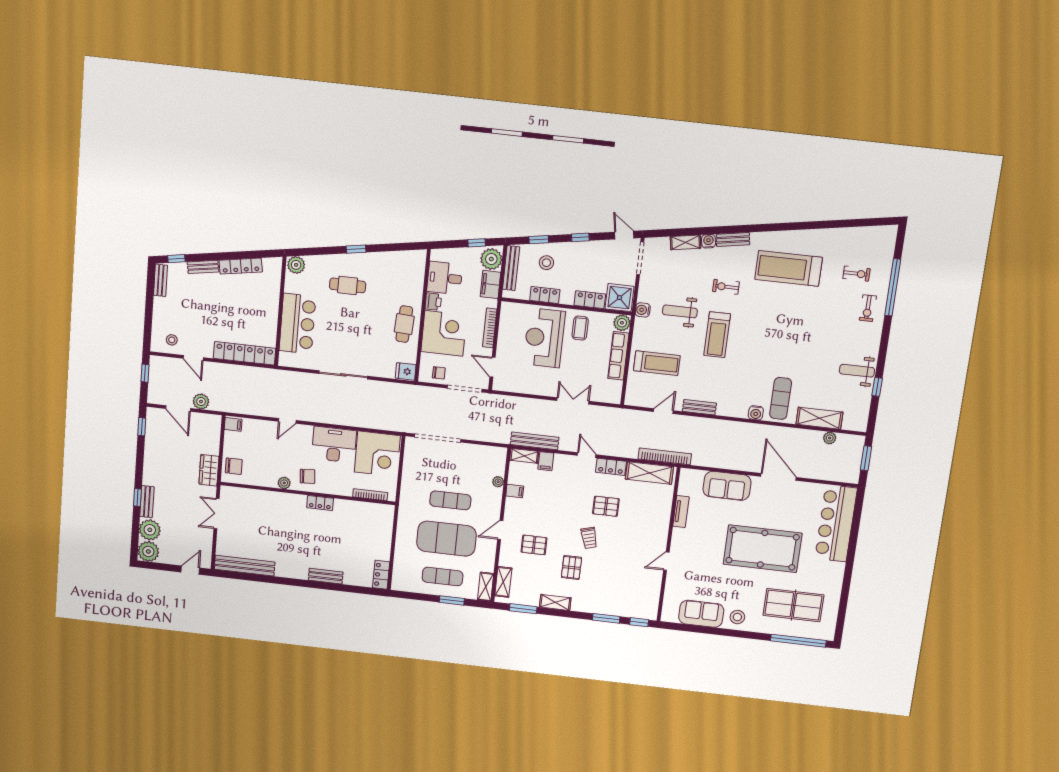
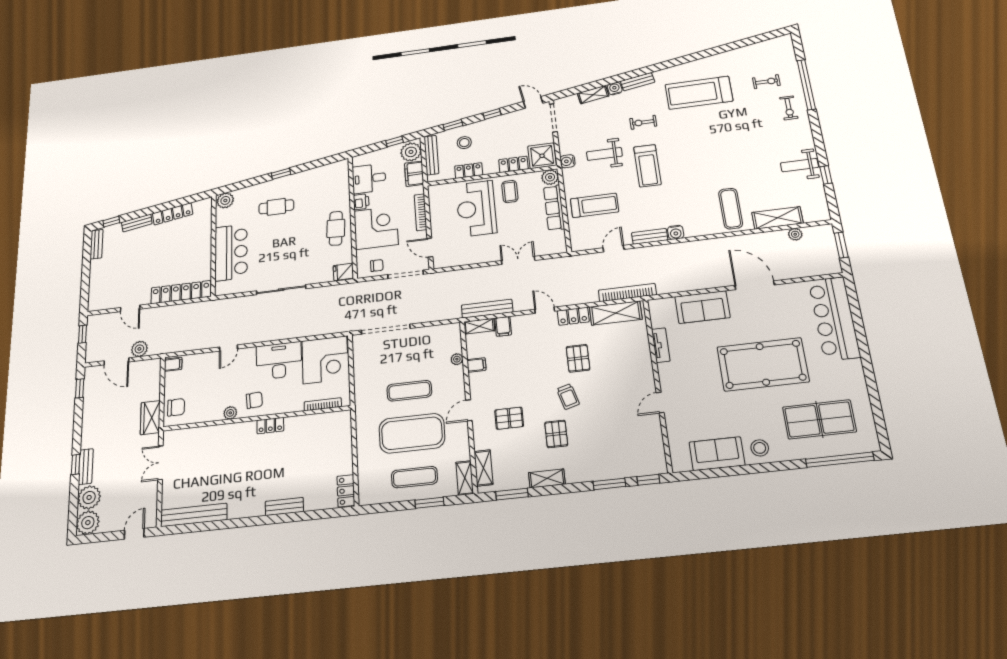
stool: (172, 340) -> (108, 296), removed
water cooler: (756, 413) -> (676, 232), moved
pallet: (606, 506) -> (578, 358), turned 90

